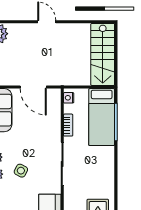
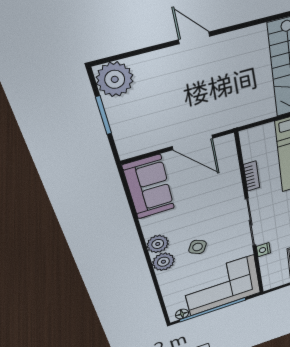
nightstand: (69, 98) -> (263, 250), moved

